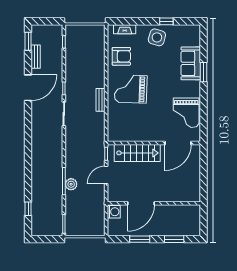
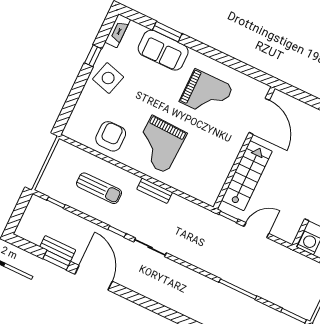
fireplace: (125, 29) -> (118, 31), moved
window: (28, 41) -> (57, 260), moved
sun lounger: (85, 64) -> (99, 188), added
window: (203, 72) -> (167, 32), moved
grand piano: (186, 113) -> (206, 94), moved
door: (106, 175) -> (256, 230), swing flipped
plant: (71, 184) -> (246, 282), removed

